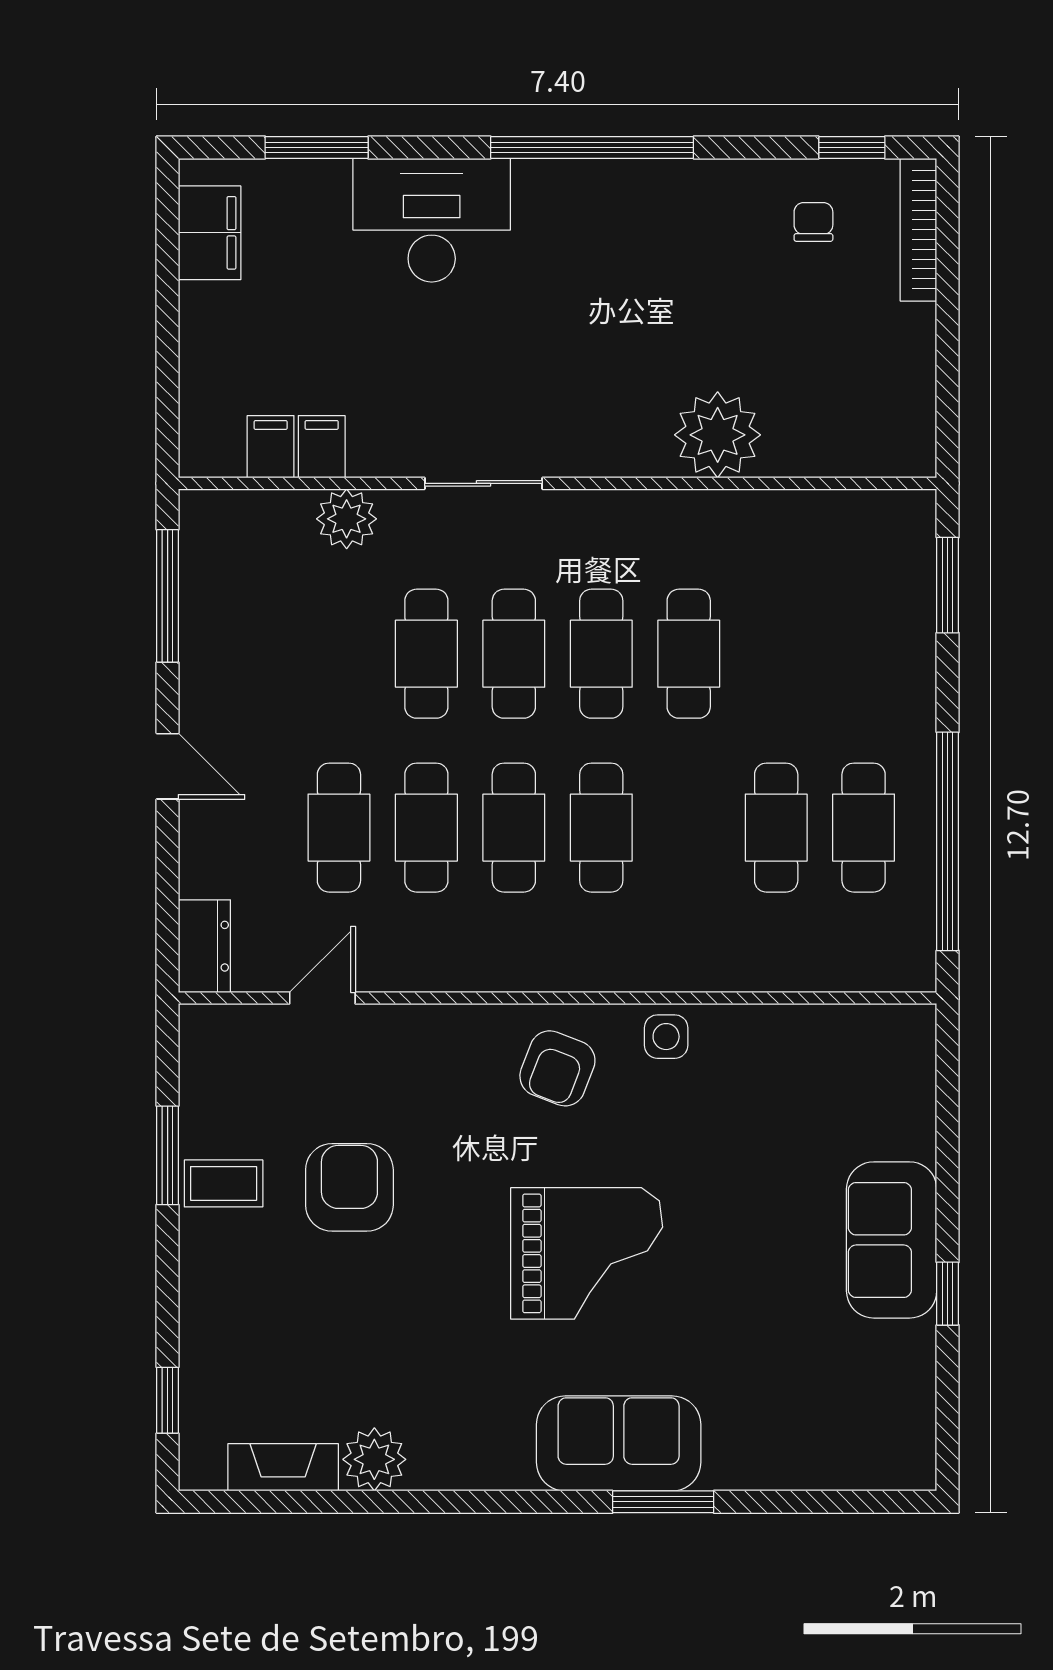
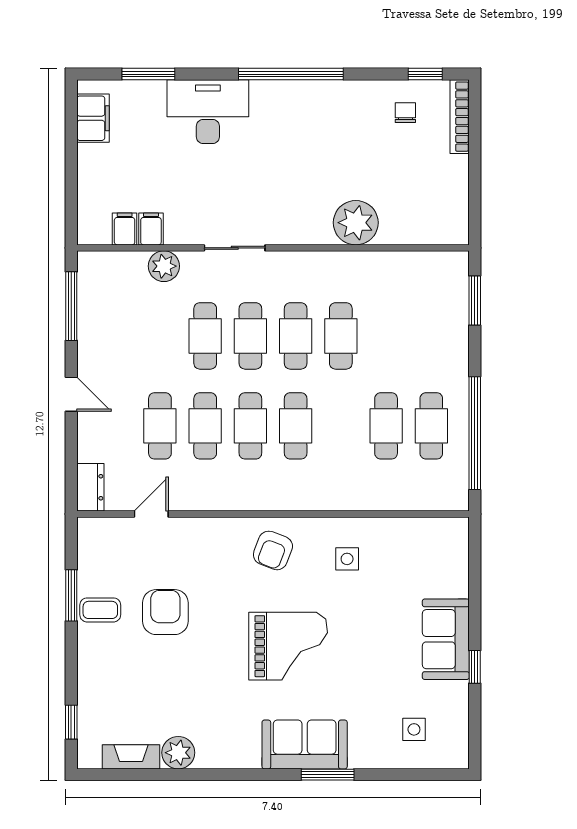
side table: (666, 1037) -> (347, 559), moved
side table: (830, 1414) -> (414, 729), added

